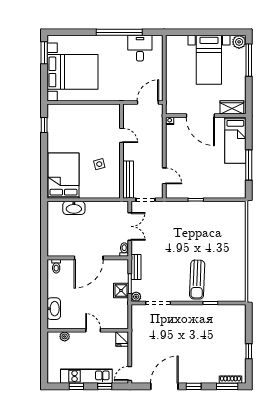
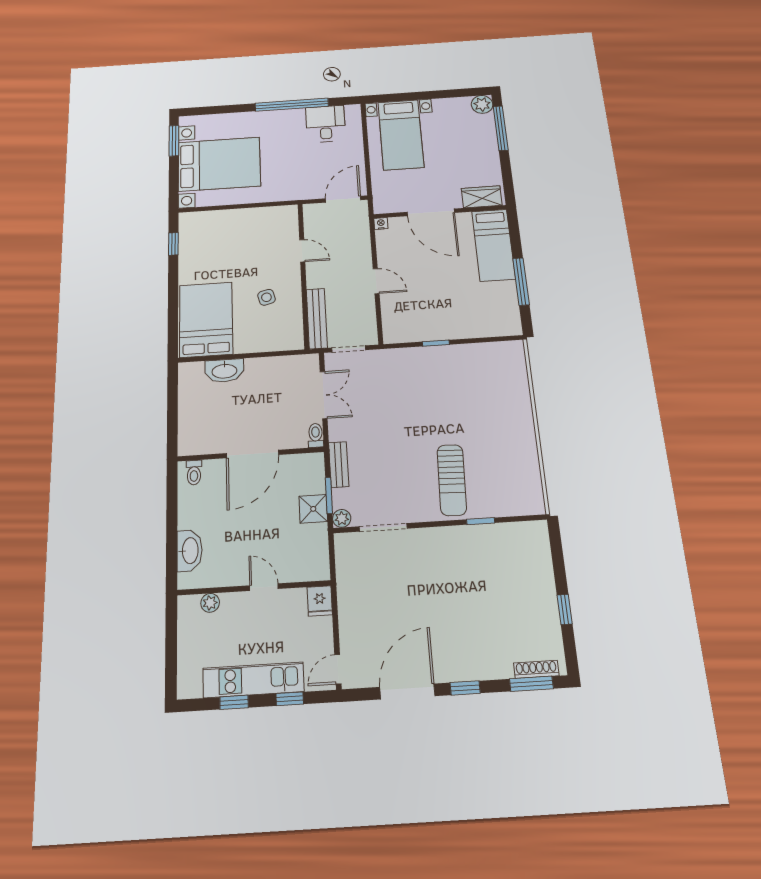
bed with nightstands: (209, 60) -> (401, 135), moved
door: (164, 176) -> (376, 281), moved

